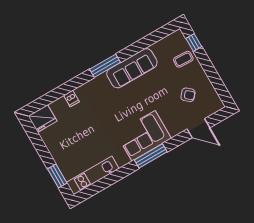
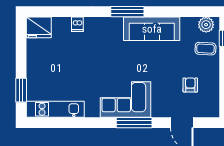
plant: (173, 40) -> (206, 25), added
armchair: (188, 95) -> (190, 85), turned -131
window: (151, 156) -> (134, 123), moved

